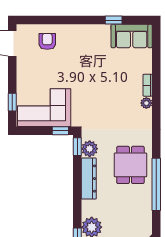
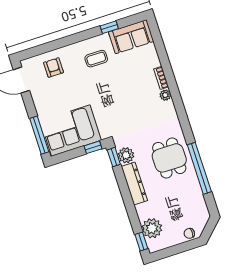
coffee table: (91, 46) -> (96, 59), added
window: (12, 102) -> (39, 135), width x2.17

